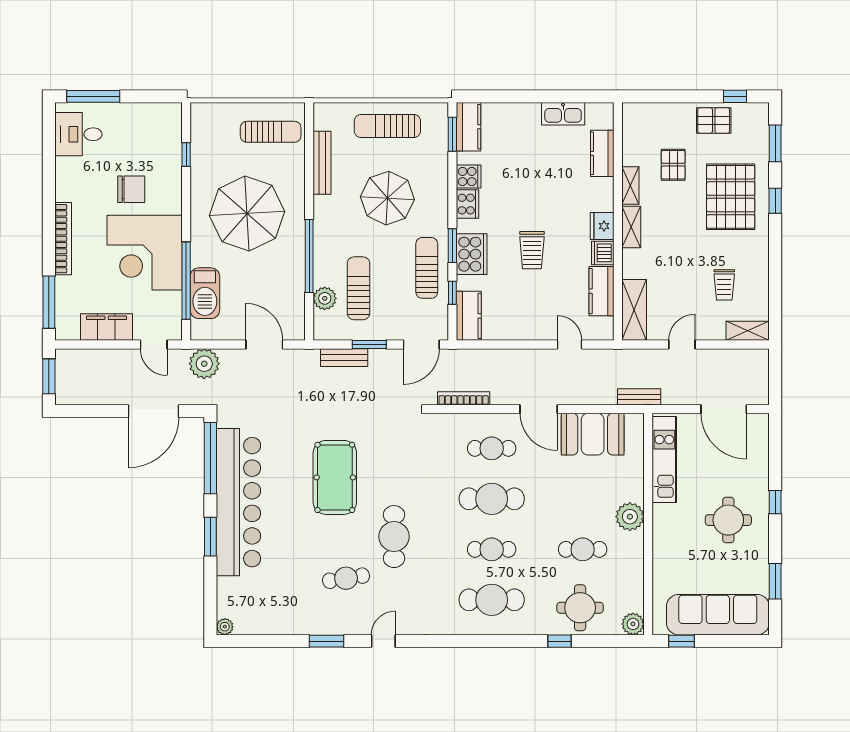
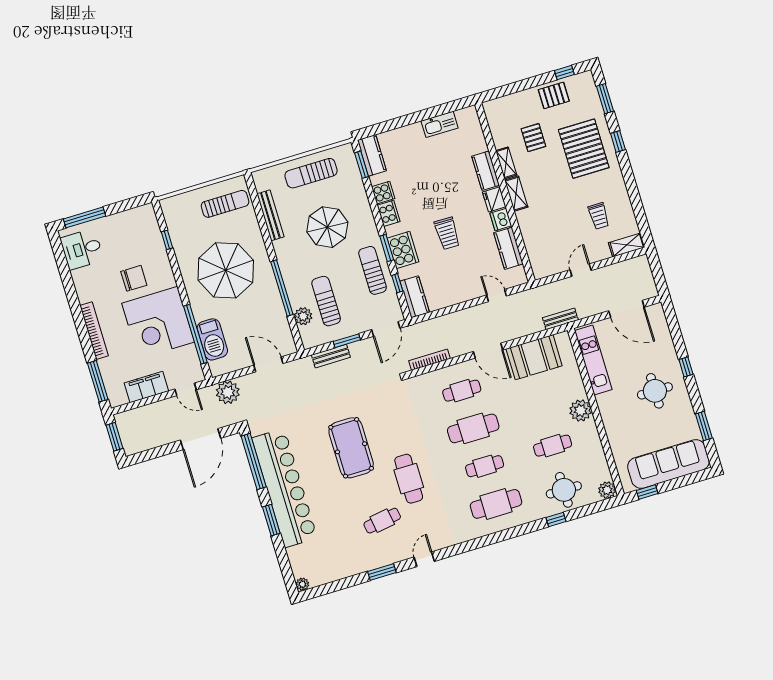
kitchen counter: (602, 153) -> (486, 171), moved
shelving: (634, 310) -> (537, 255), removed

